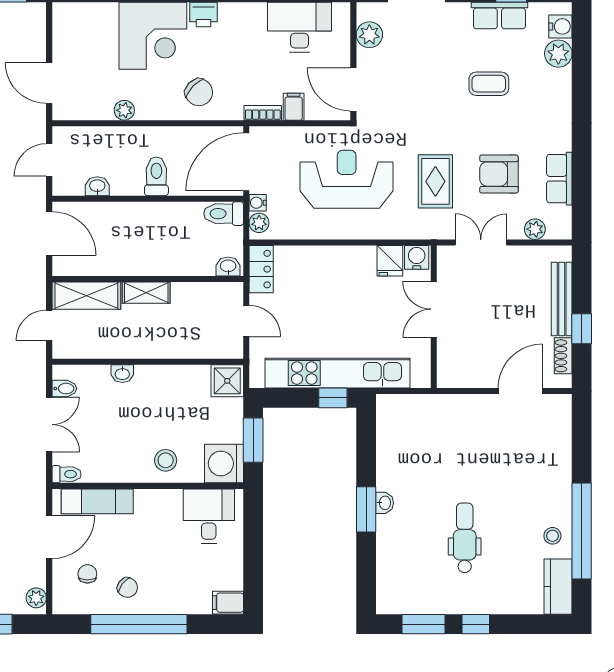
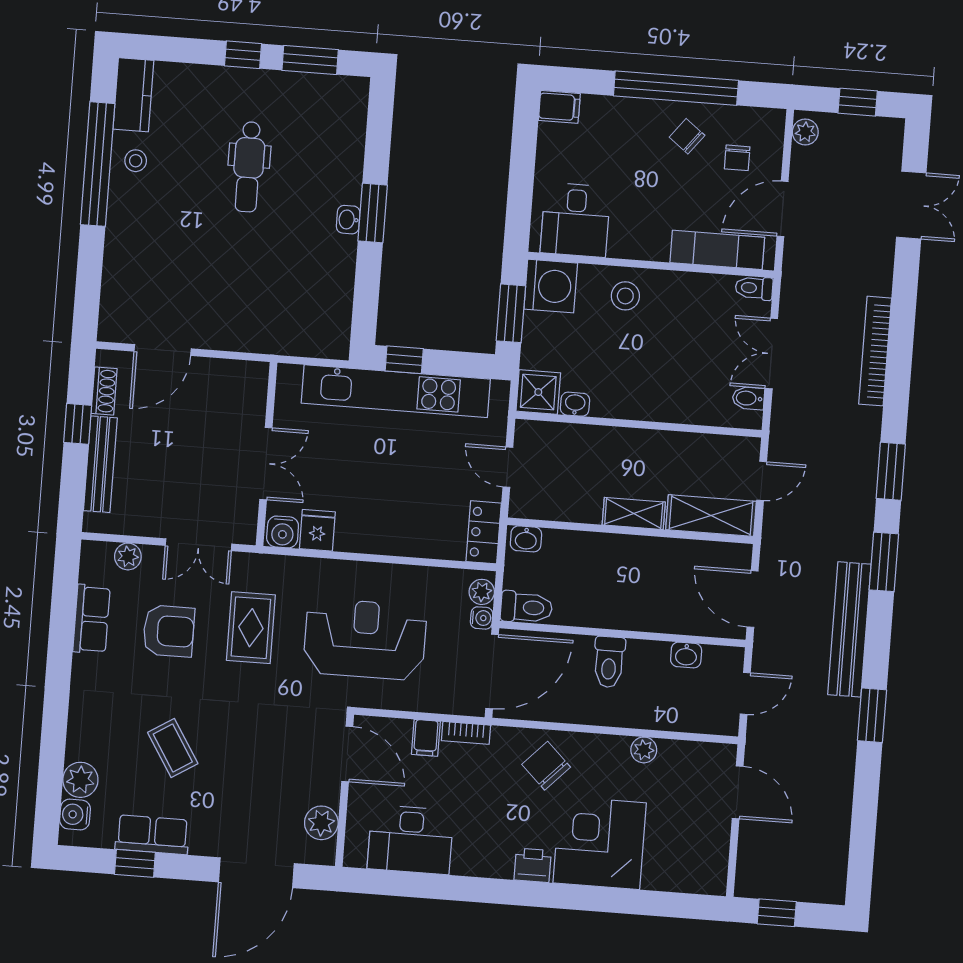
coffee table: (489, 84) -> (173, 748), turned 58
reception desk: (347, 179) -> (365, 639), turned 180
washbasin: (122, 374) -> (575, 404), moved

